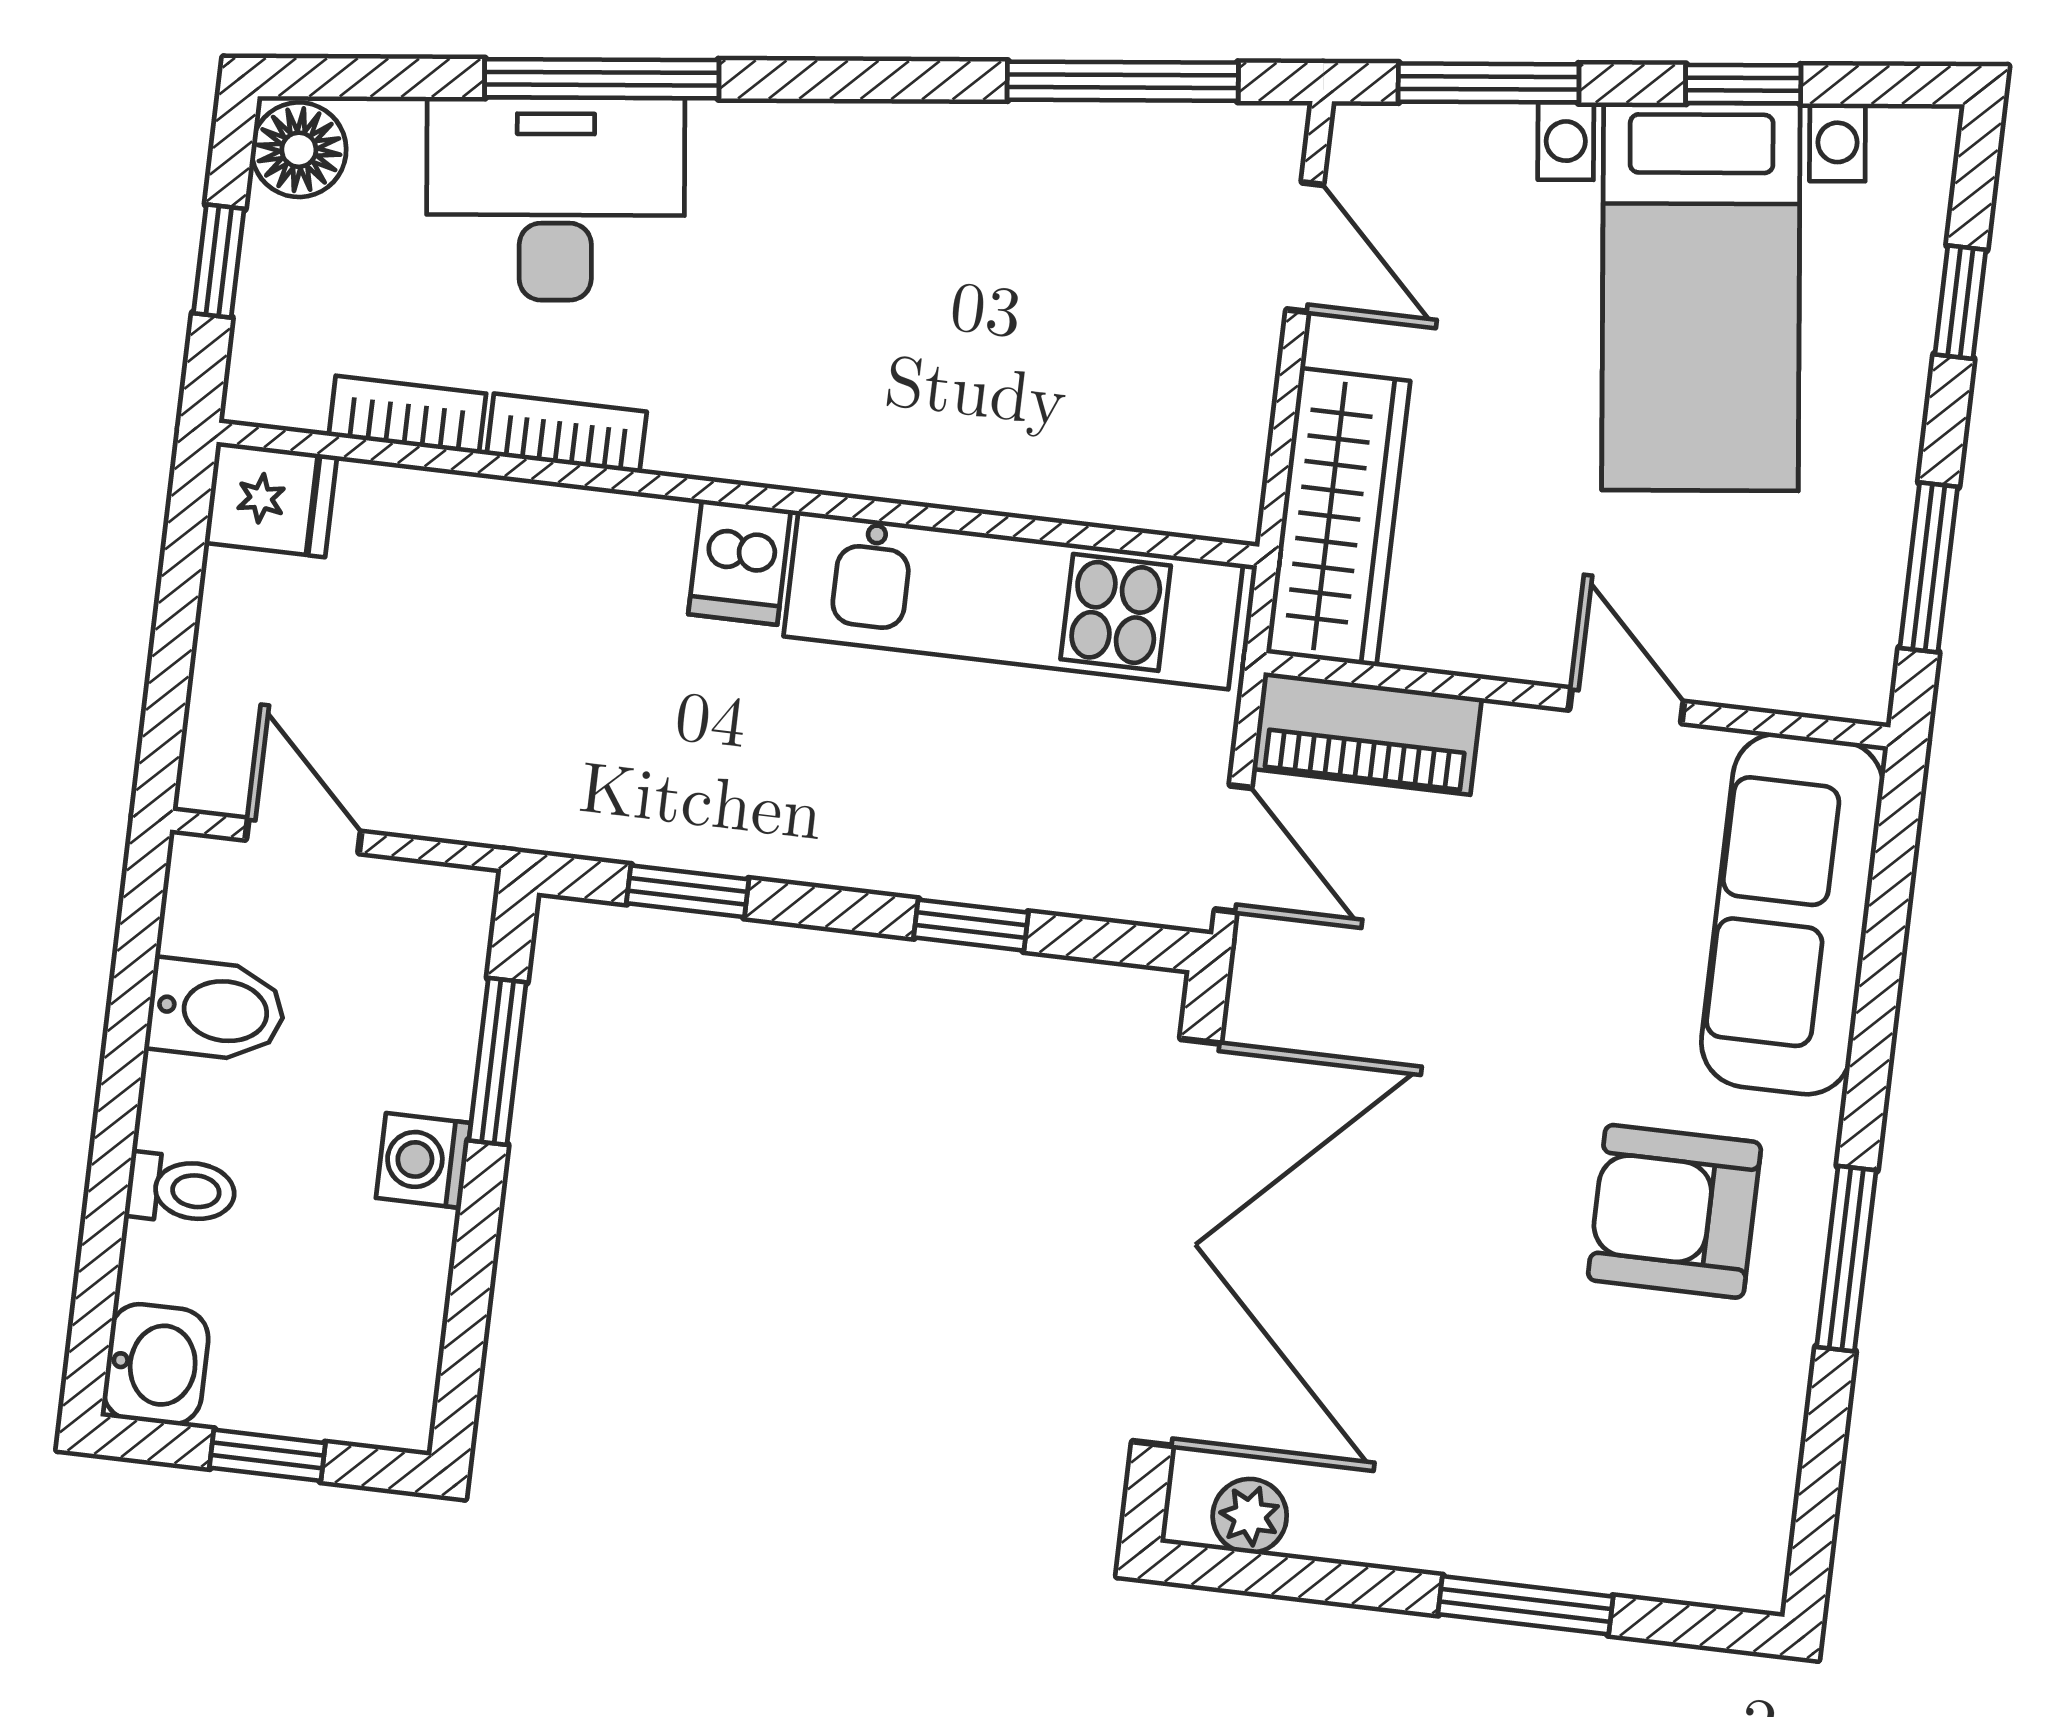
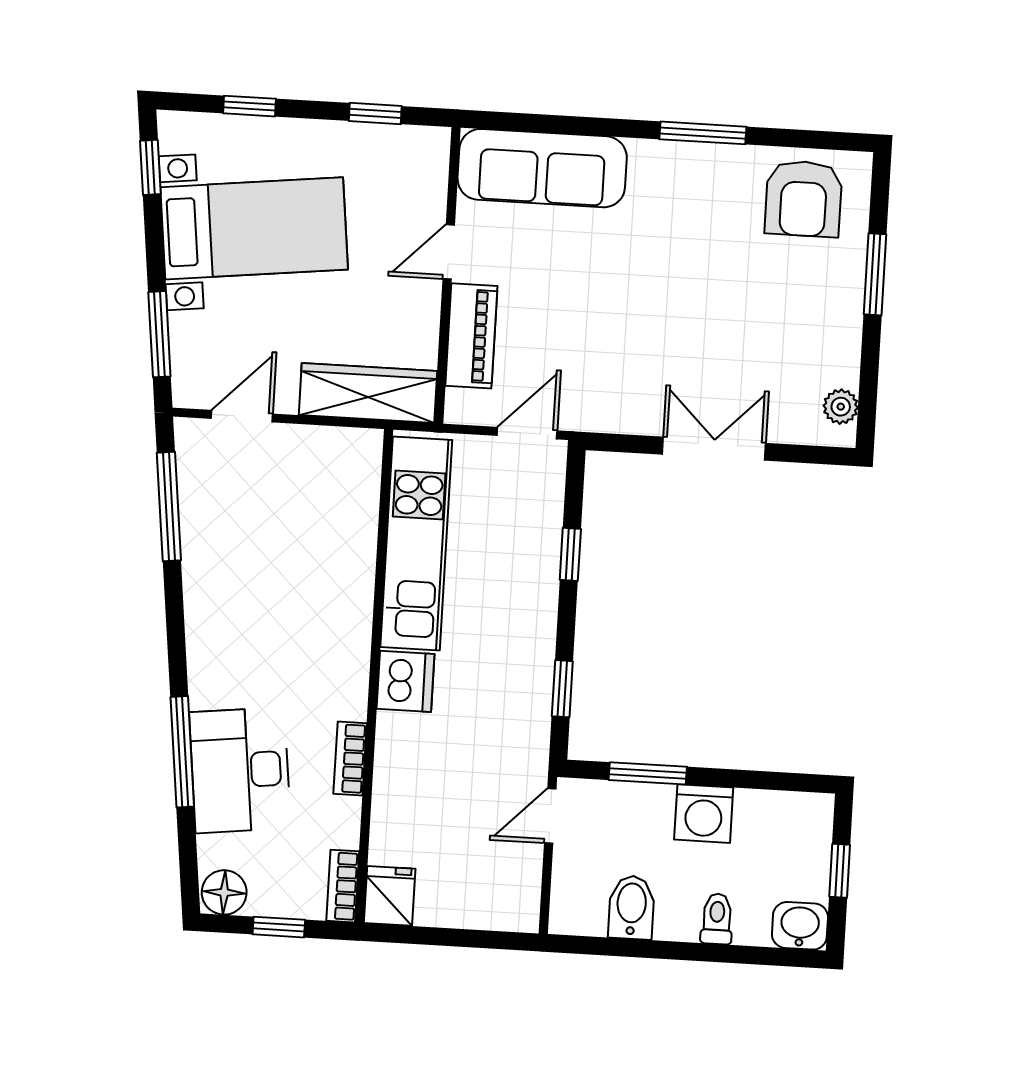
window: (1743, 84) -> (150, 167), moved
bookcase: (407, 415) -> (343, 886), moved
dishwasher: (740, 562) -> (405, 681), width x1.38
window: (1929, 567) -> (375, 113), width x0.67
piano: (1368, 734) -> (471, 336), moved
door: (303, 836) -> (550, 816), moved
washing machine: (423, 1160) -> (704, 814), width x1.38, depth x1.38
armchair: (1674, 1211) -> (803, 199), moved
double door: (1177, 1242) -> (714, 449), width x0.54

